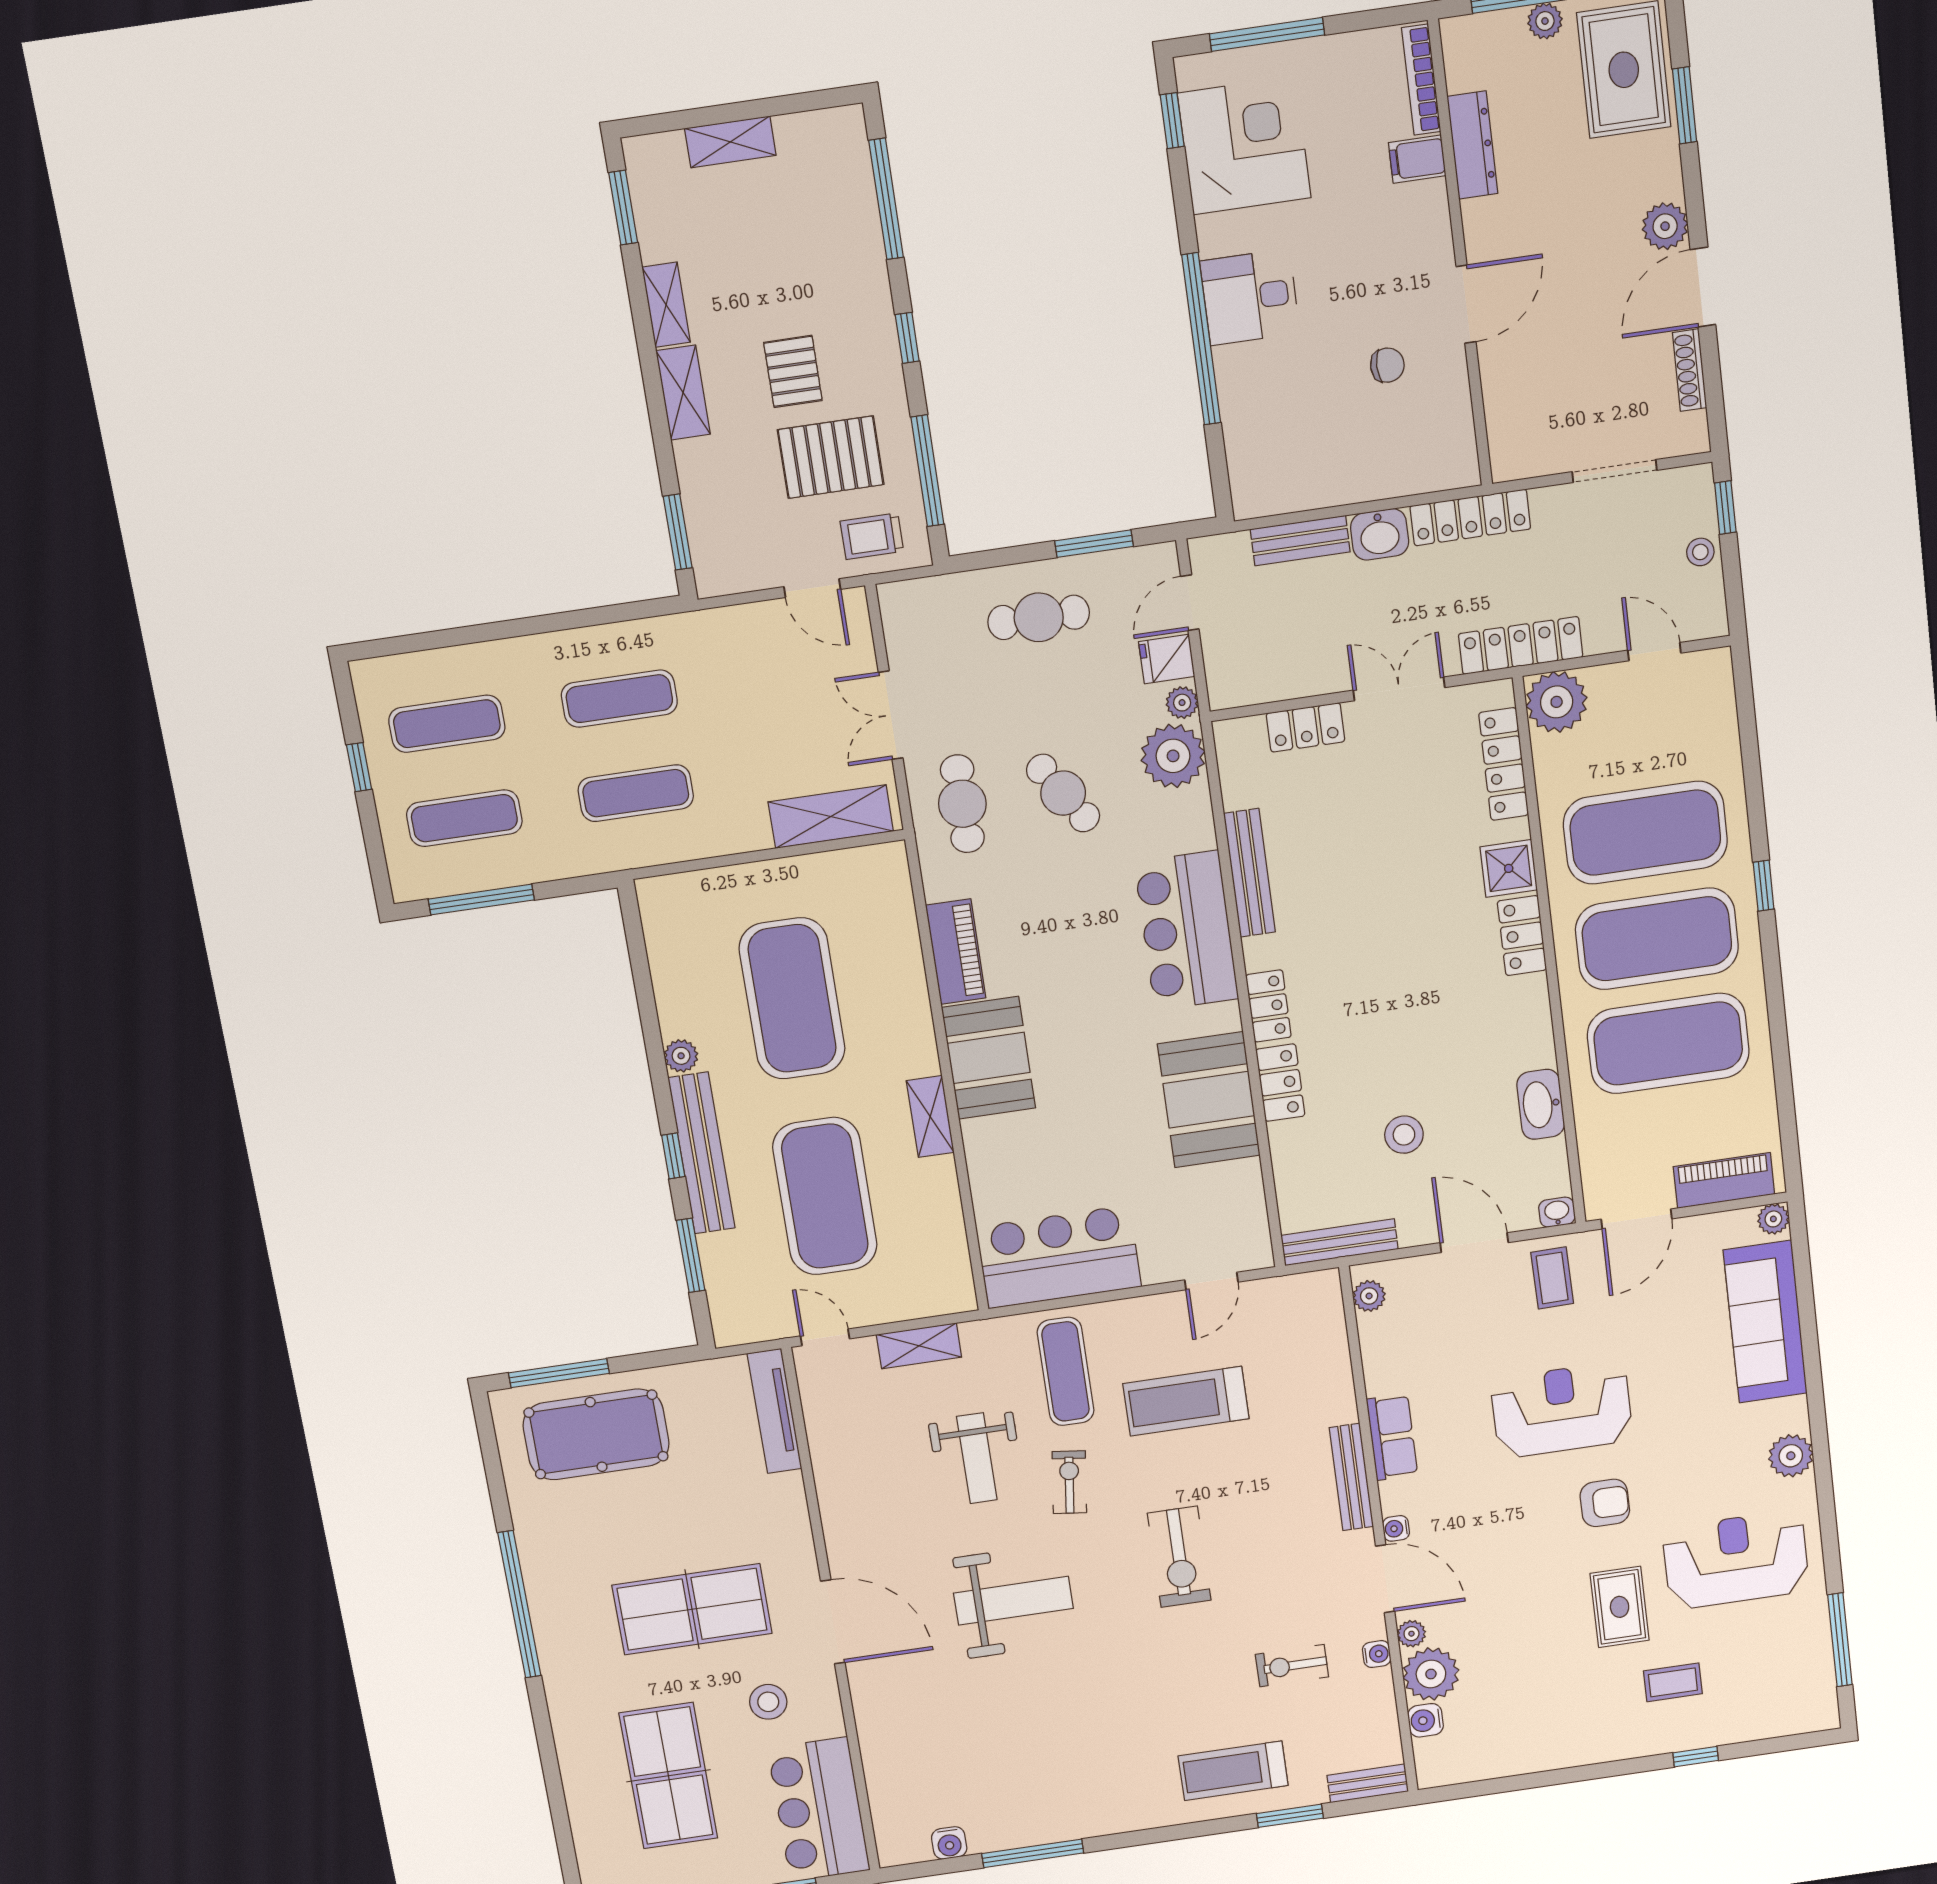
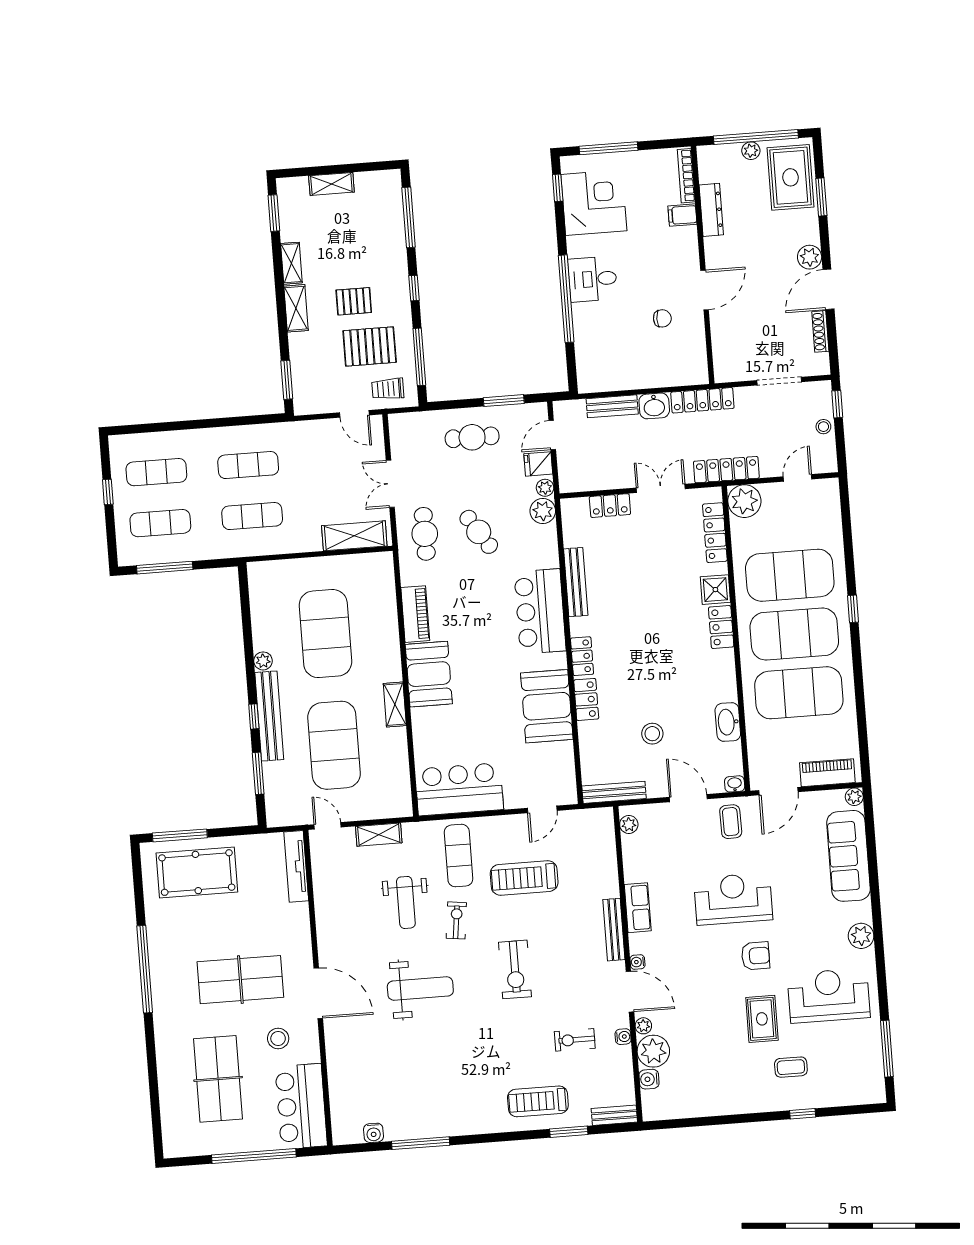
pallet: (793, 371) -> (354, 301), turned 90
door: (1654, 652) -> (797, 478), hinge flipped
plant: (1173, 756) -> (543, 511), width x0.73, depth x0.73

